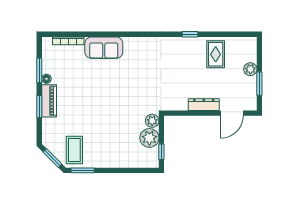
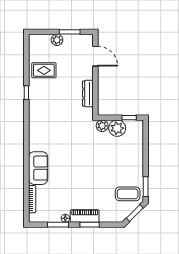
dresser: (204, 105) -> (88, 94), moved

